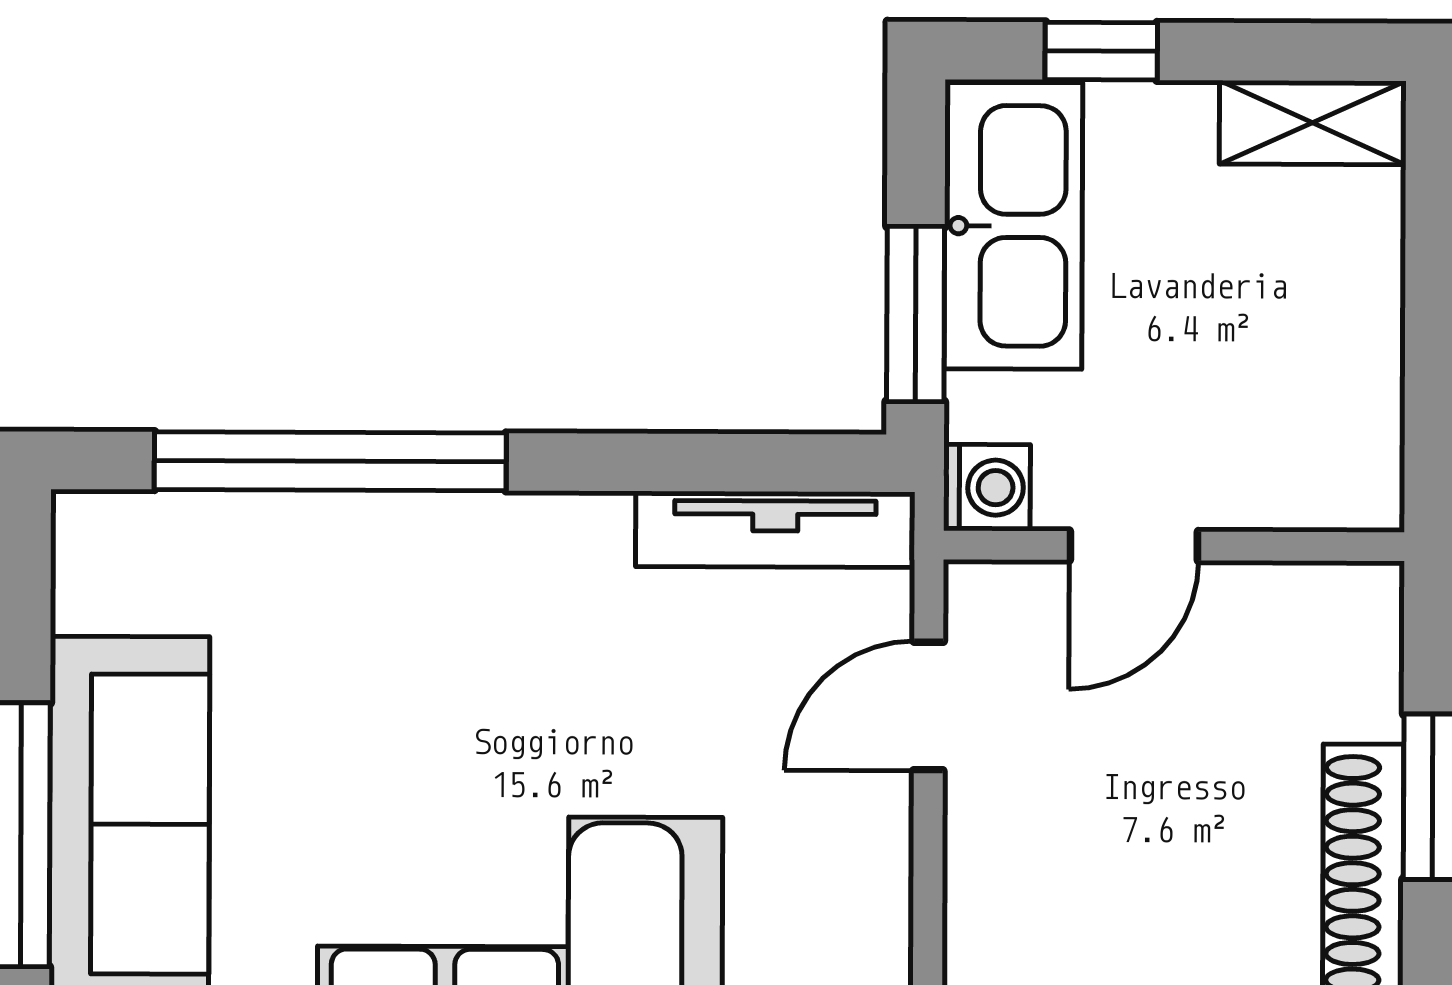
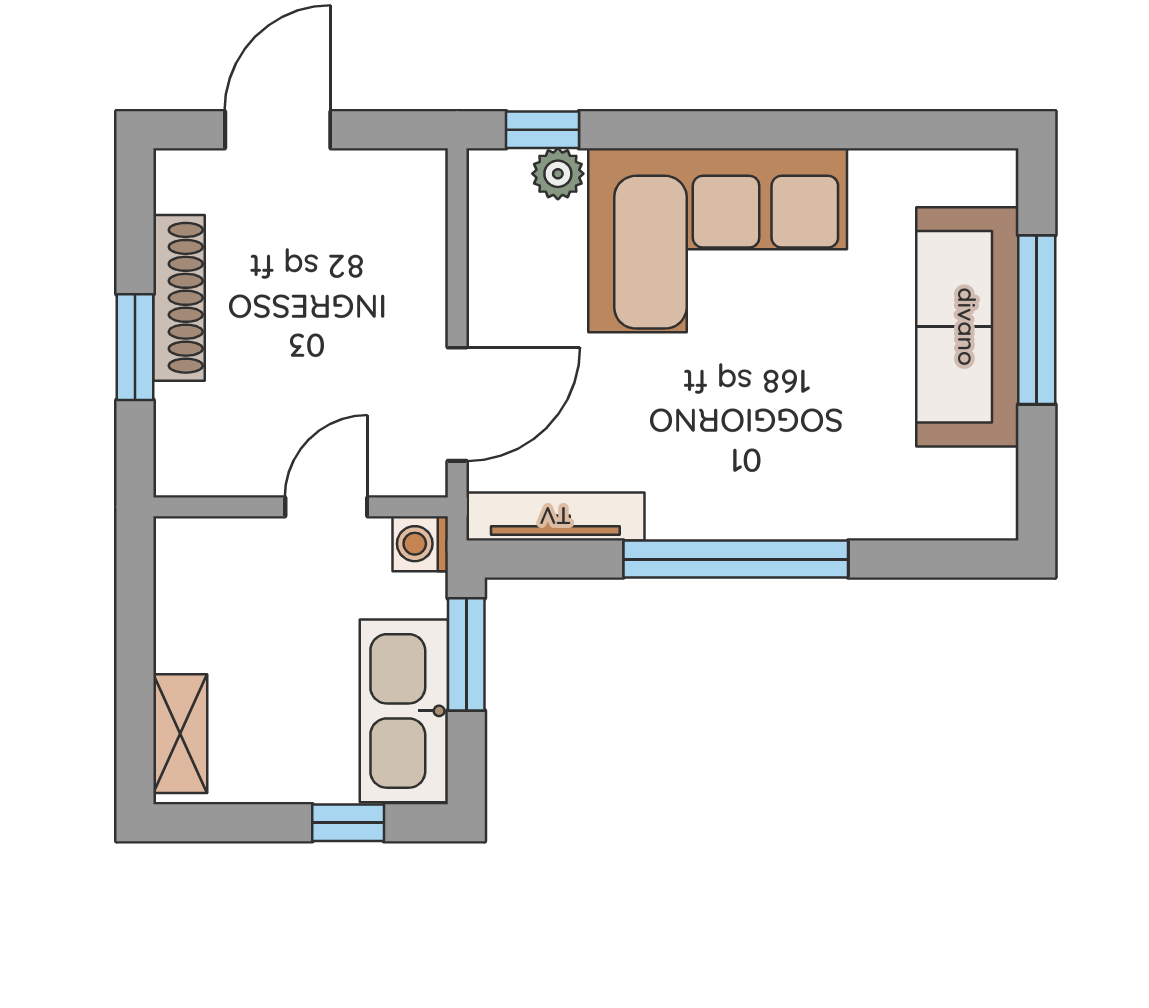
shelving: (1313, 123) -> (180, 734), moved, turned 90
window: (330, 461) -> (736, 559), moved
door: (929, 706) -> (457, 404), width x1.38

